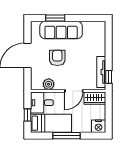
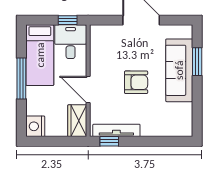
armchair: (57, 58) -> (136, 82), moved
plant: (49, 84) -> (98, 52), removed
window: (27, 115) -> (68, 20), moved

